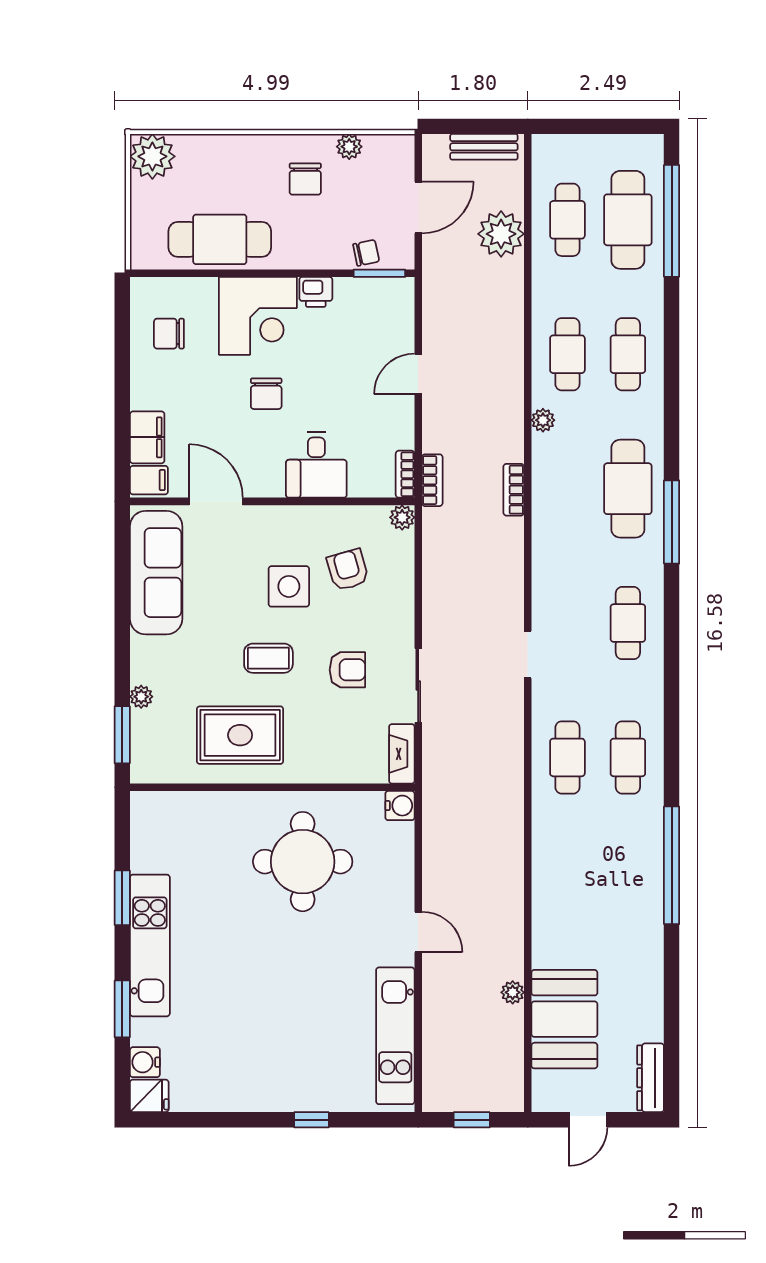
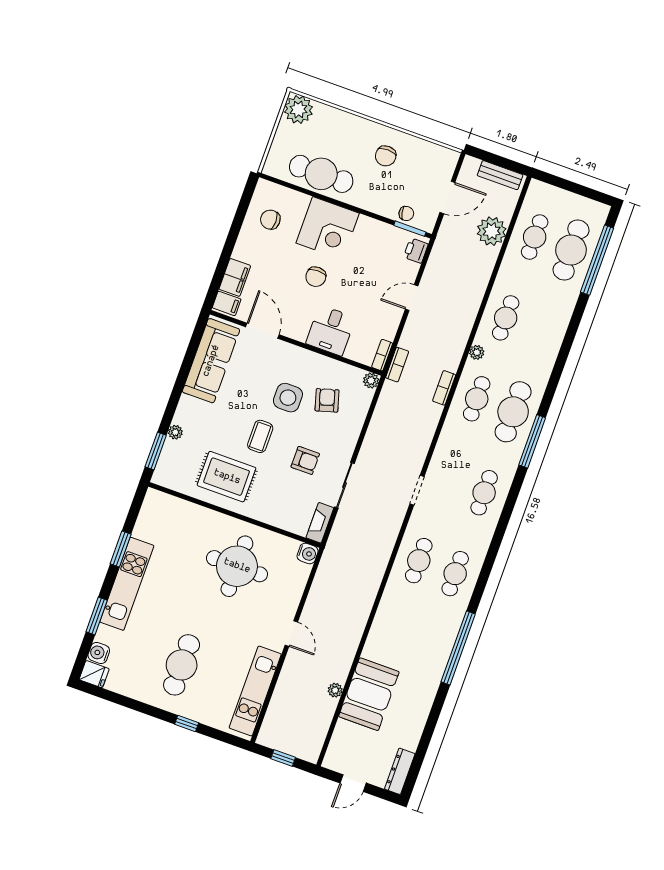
plant: (349, 147) -> (419, 146), removed
printer: (316, 292) -> (416, 251), moved, turned 90
cafe table: (628, 354) -> (477, 399), moved
coffee table: (268, 658) -> (260, 436), turned 90
booth: (564, 1019) -> (369, 694), moved
cafe table: (273, 1036) -> (182, 665), added

